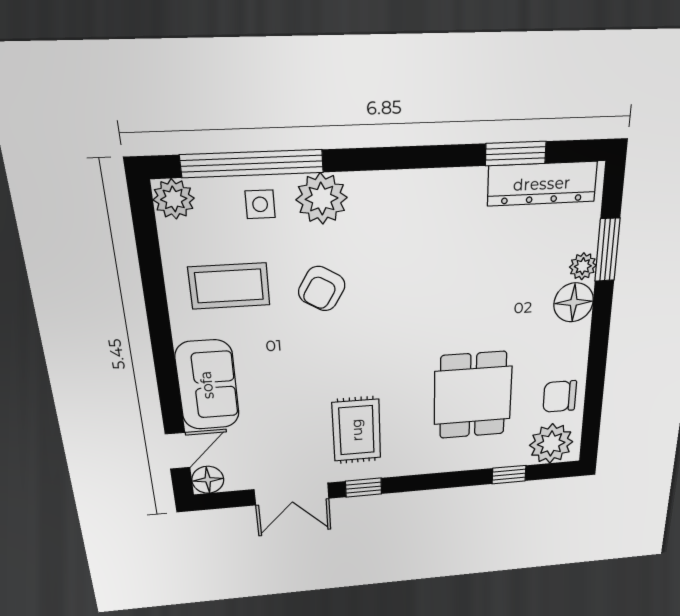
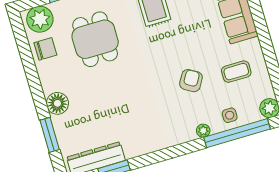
plant: (322, 199) -> (203, 131), width x0.53, depth x0.53
plant: (583, 266) -> (60, 123), removed
coffee table: (229, 286) -> (236, 72), width x0.73, depth x0.77

